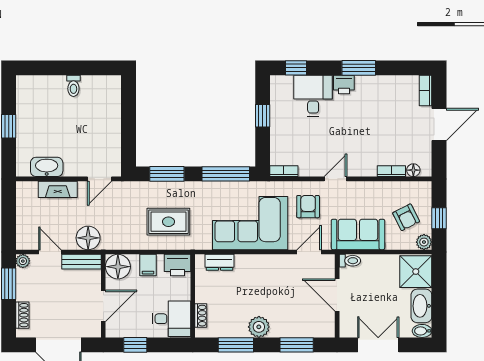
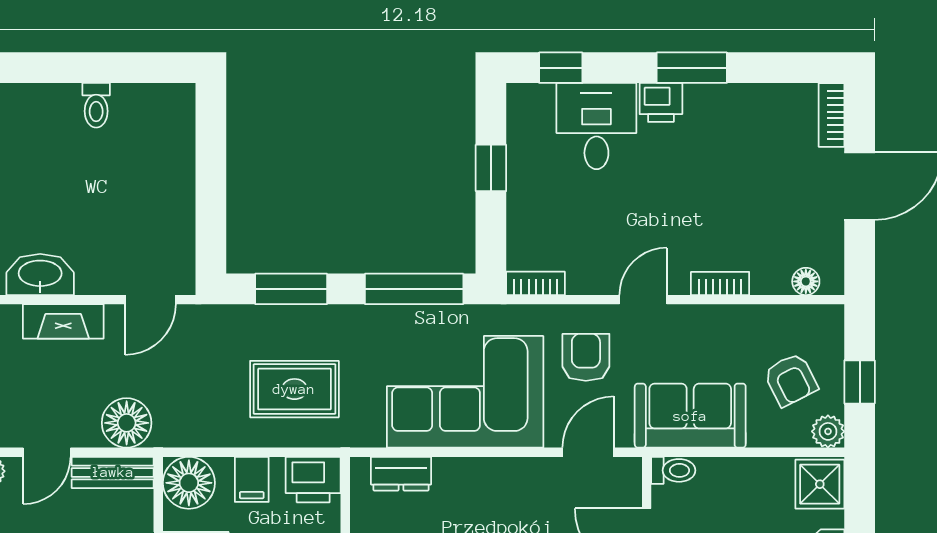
bookcase: (391, 171) -> (720, 283), moved
door: (50, 252) -> (47, 452), swing flipped
shower: (416, 272) -> (820, 484), width x0.73, depth x0.73

